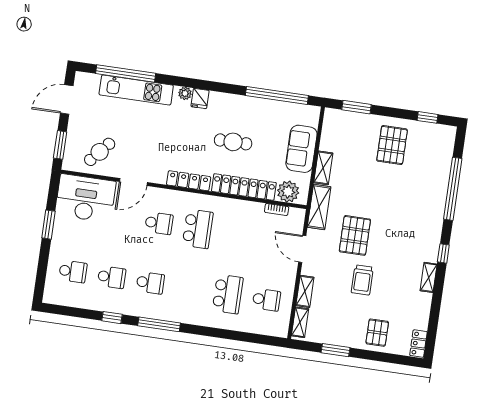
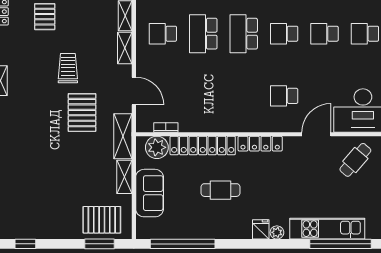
pallet: (392, 145) -> (102, 220), moved, turned 90
school desk: (198, 229) -> (244, 34), moved

